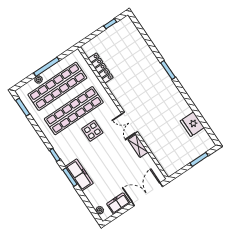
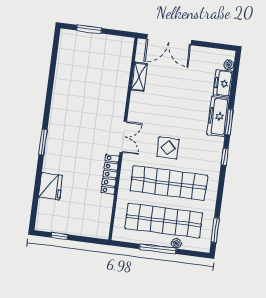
locker: (101, 68) -> (110, 174), moved
double door: (130, 123) -> (123, 137), moved
fridge: (192, 124) -> (51, 186), moved
shelving: (138, 146) -> (139, 77), moved
freezer: (118, 203) -> (223, 83), moved, turned 90

